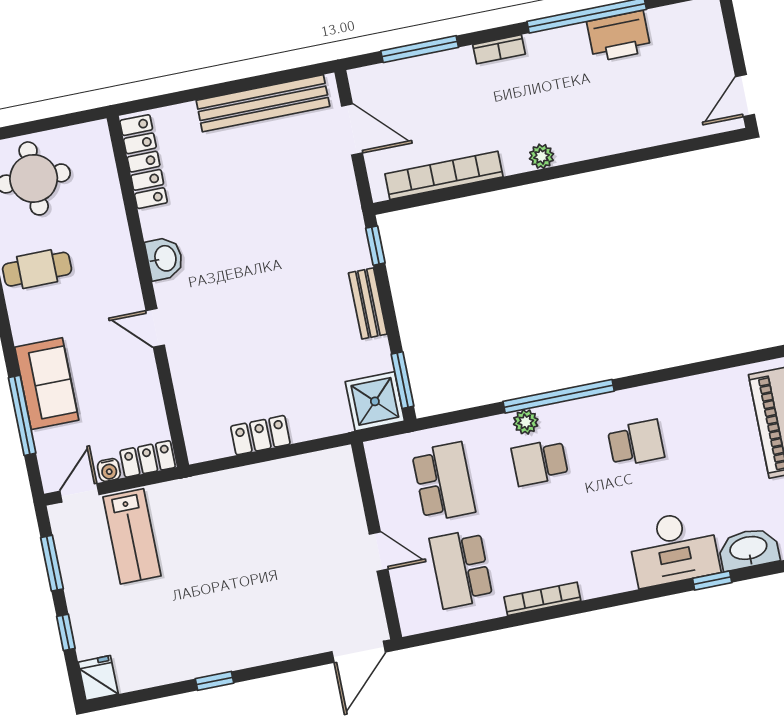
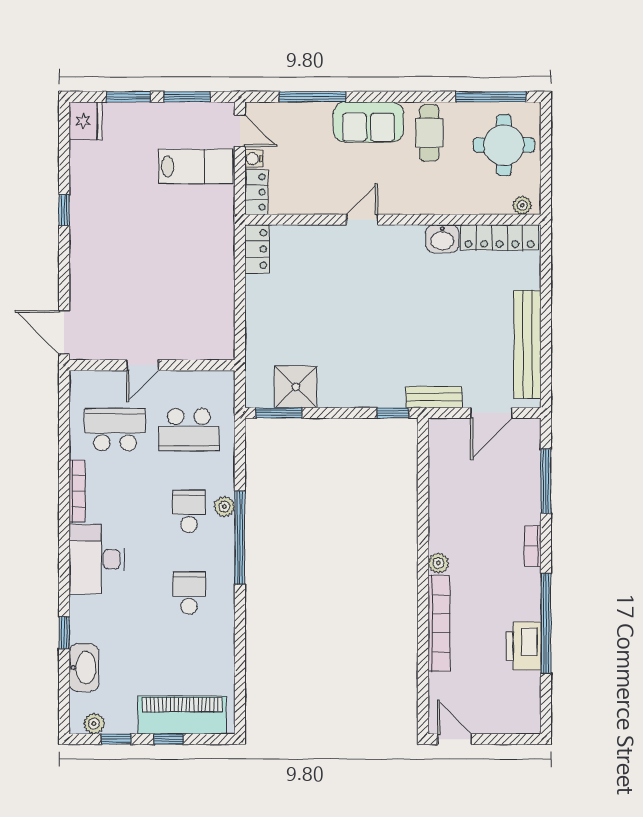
plant: (100, 143) -> (522, 205), added
bookcase: (444, 175) -> (439, 623), moved
washbasin: (165, 258) -> (442, 239), moved
bench: (368, 303) -> (434, 397), moved
sofa: (47, 384) -> (368, 122), moved
shower: (375, 401) -> (296, 387), moved
locker: (260, 435) -> (257, 249), moved
school desk: (636, 443) -> (189, 593), turned 180
lab bench: (132, 536) -> (196, 166), turned 180
desk: (674, 548) -> (97, 559), moved
window: (66, 632) -> (128, 97), width x1.50
fridge: (98, 678) -> (86, 121), width x1.38

